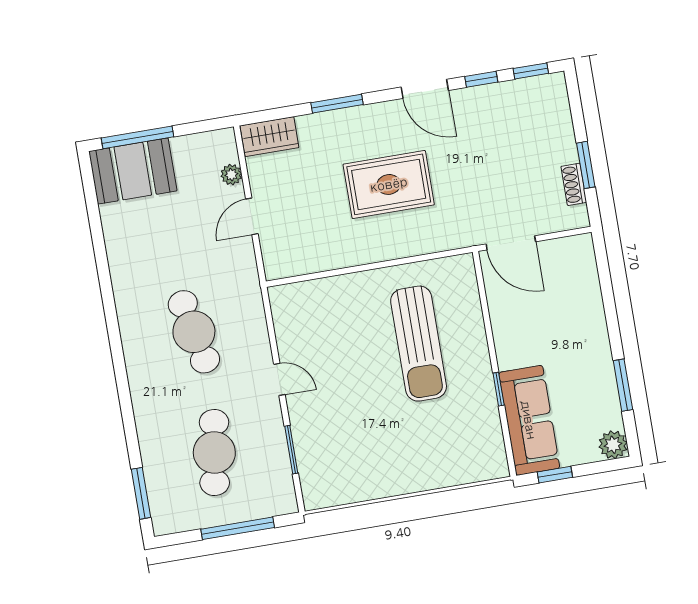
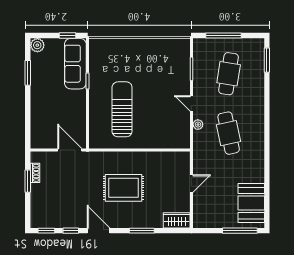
booth: (133, 171) -> (251, 203), moved, turned 90
plant: (231, 175) -> (198, 125), moved

